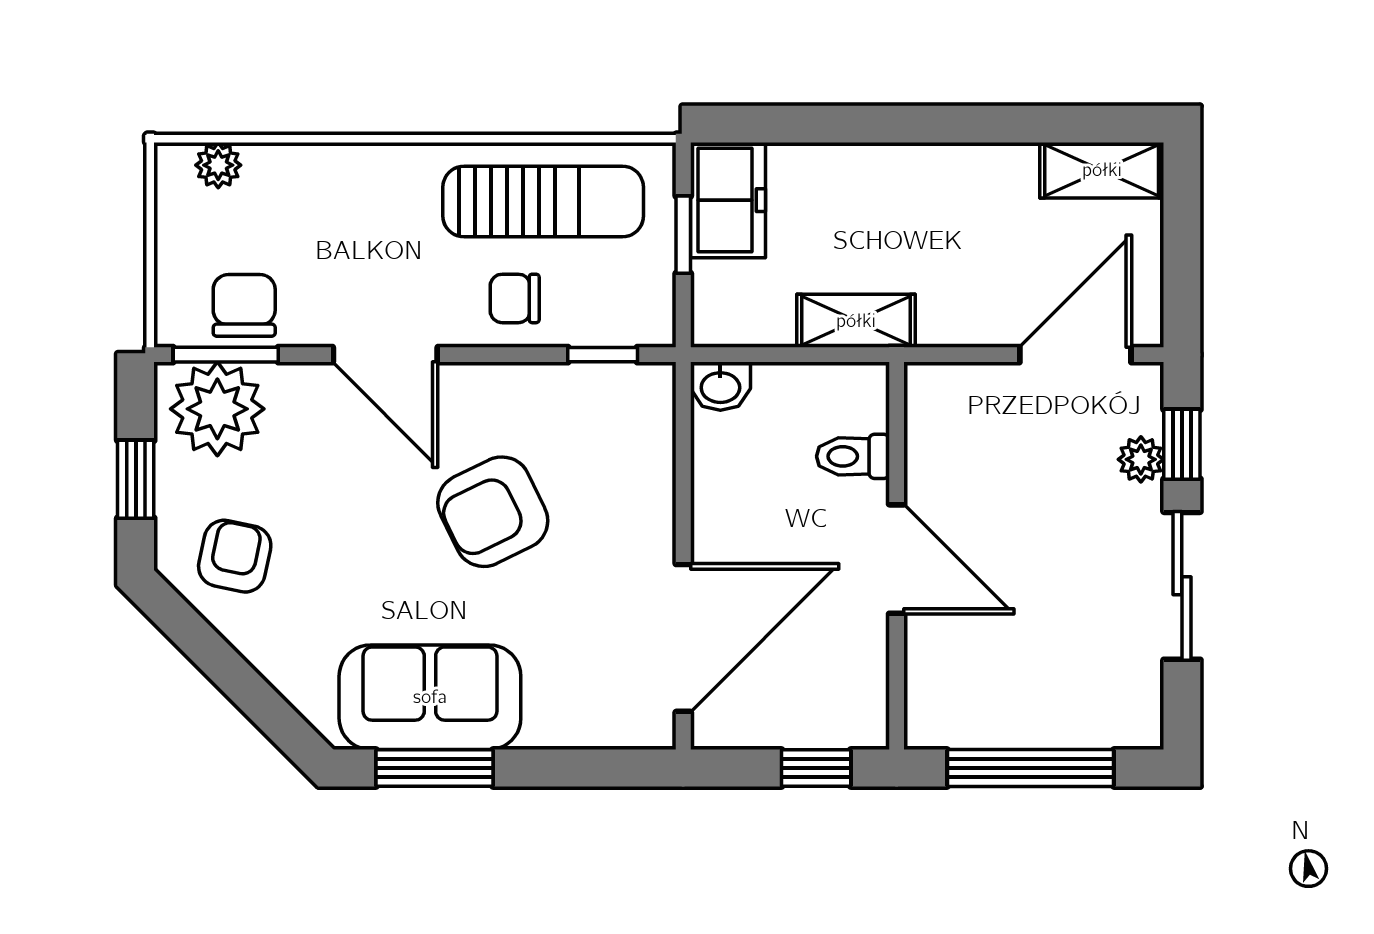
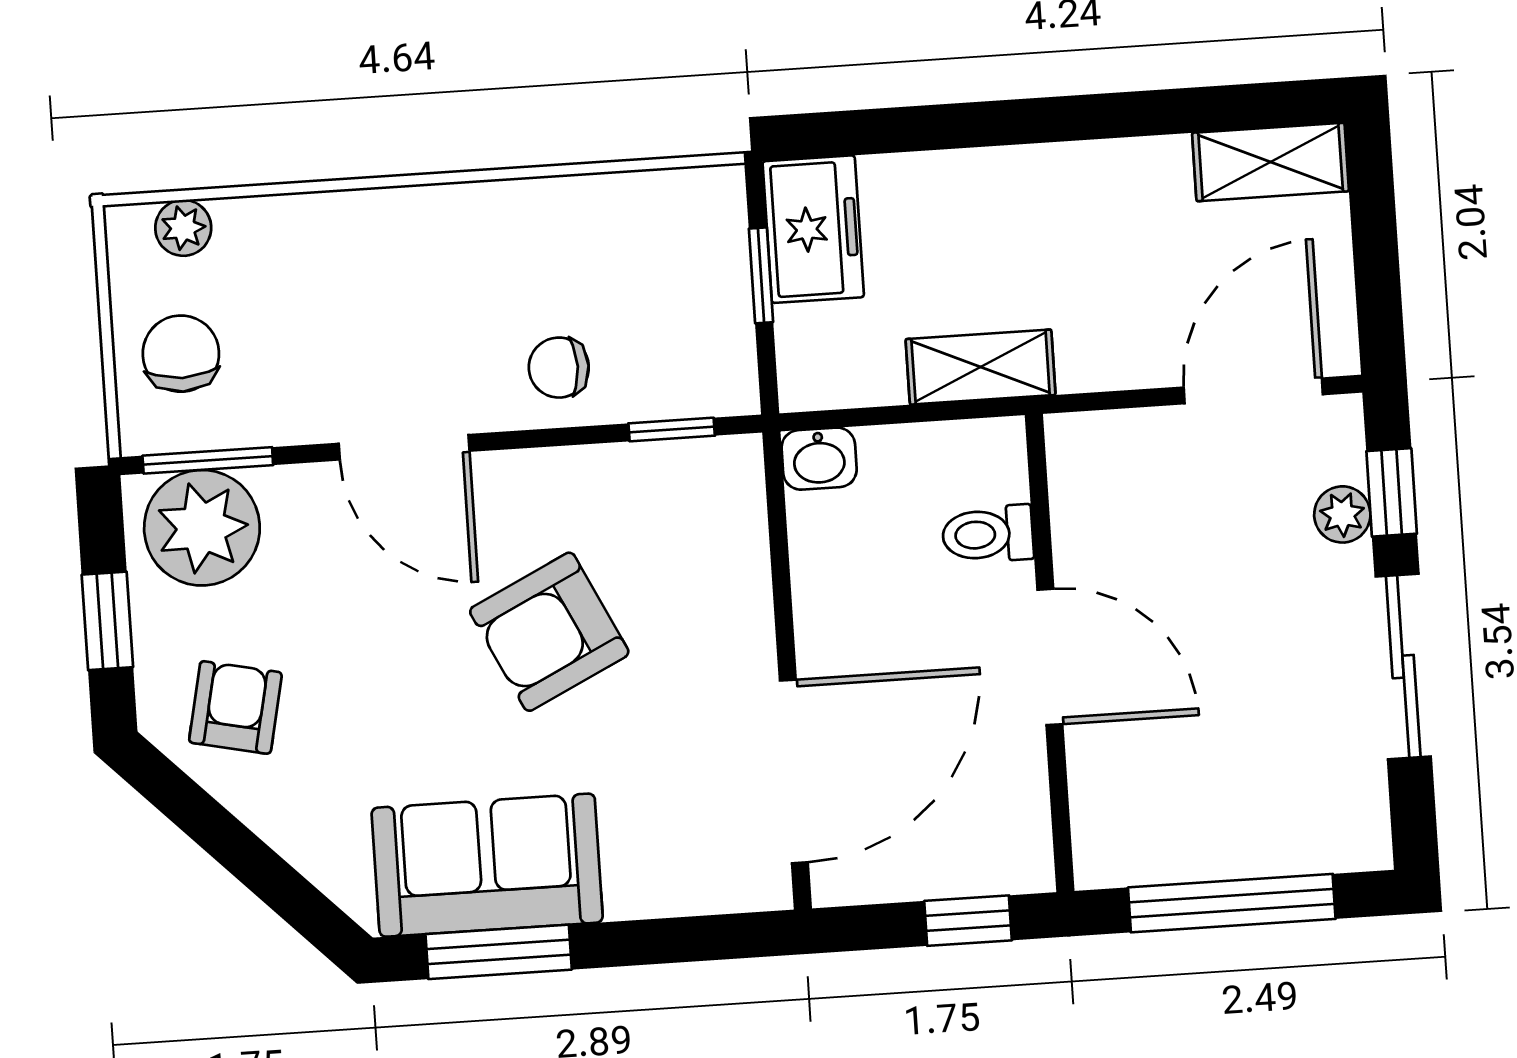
sun lounger: (543, 202) -> (586, 246), removed
chair: (244, 305) -> (181, 354), moved

